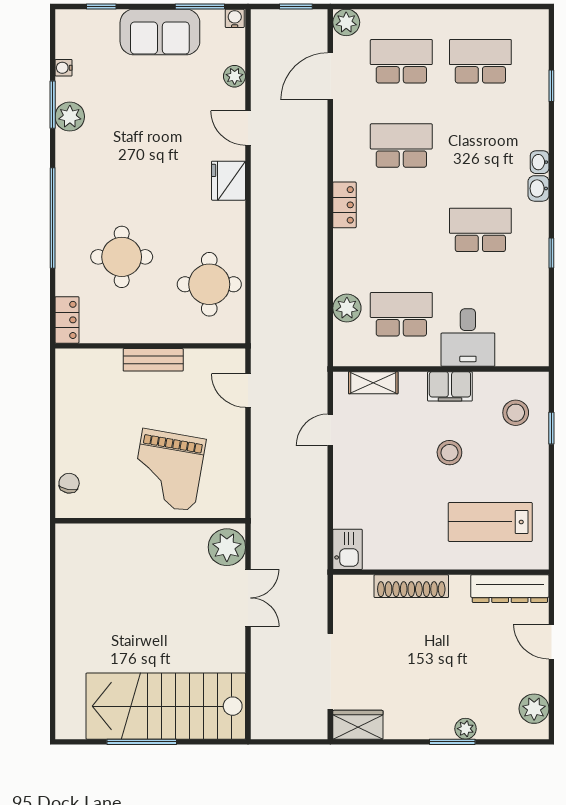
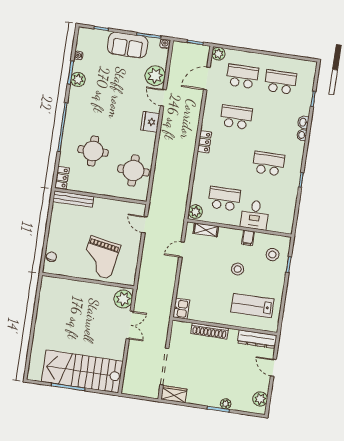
plant: (235, 76) -> (155, 76), width x1.87, depth x1.87
washbasin: (538, 188) -> (303, 122), moved
plant: (347, 308) -> (195, 212), moved
bench: (153, 360) -> (73, 199), moved, width x1.36
filing cabinet: (450, 386) -> (248, 238), width x0.50

